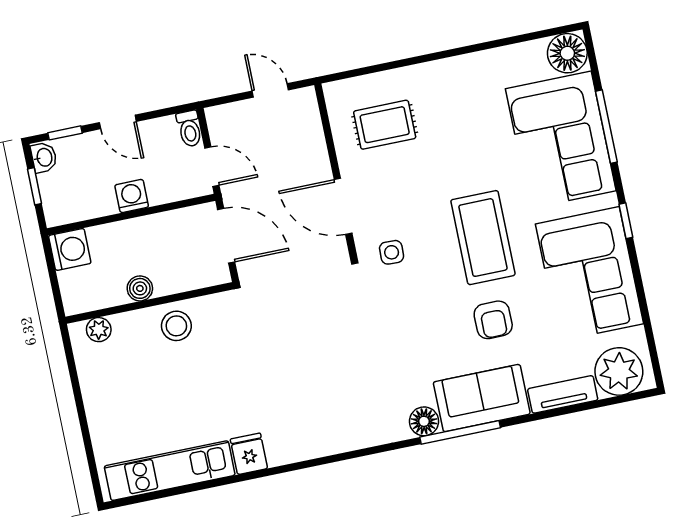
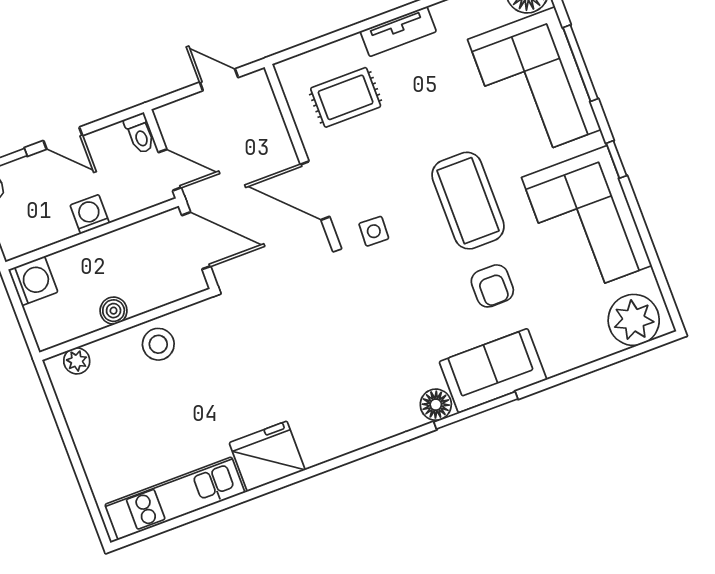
tv unit: (563, 394) -> (398, 31), moved, turned 180
fridge: (249, 454) -> (267, 456), width x1.88, depth x1.34

